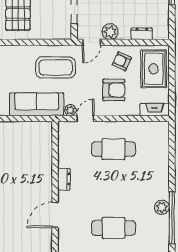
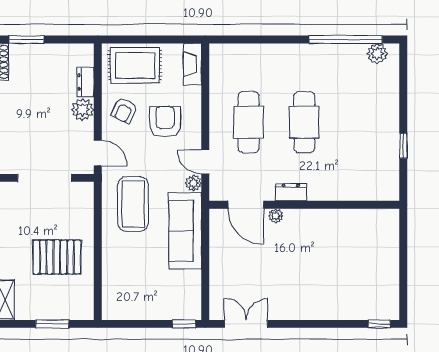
plant: (110, 32) -> (83, 110), moved
plant: (47, 168) -> (276, 216), added
plant: (162, 207) -> (377, 54), moved
door: (55, 215) -> (246, 205), moved
cafe table: (113, 228) -> (304, 122), moved

